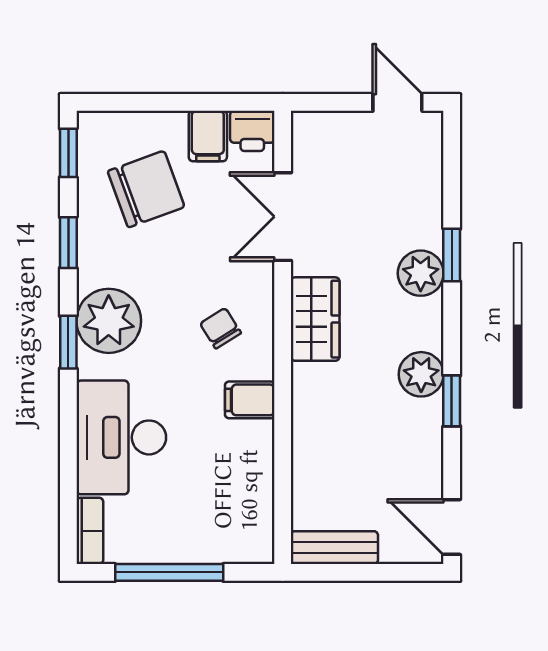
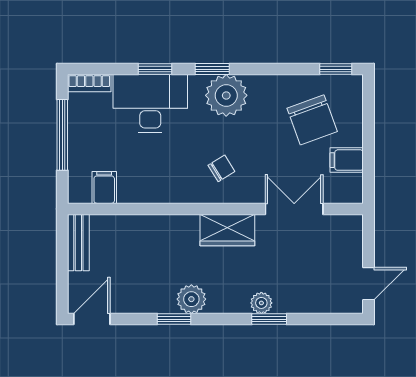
printer: (252, 131) -> (350, 189), removed
window: (68, 243) -> (155, 69), moved
plant: (421, 273) -> (261, 303), width x0.73, depth x0.73
filing cabinet: (250, 400) -> (104, 187), moved

